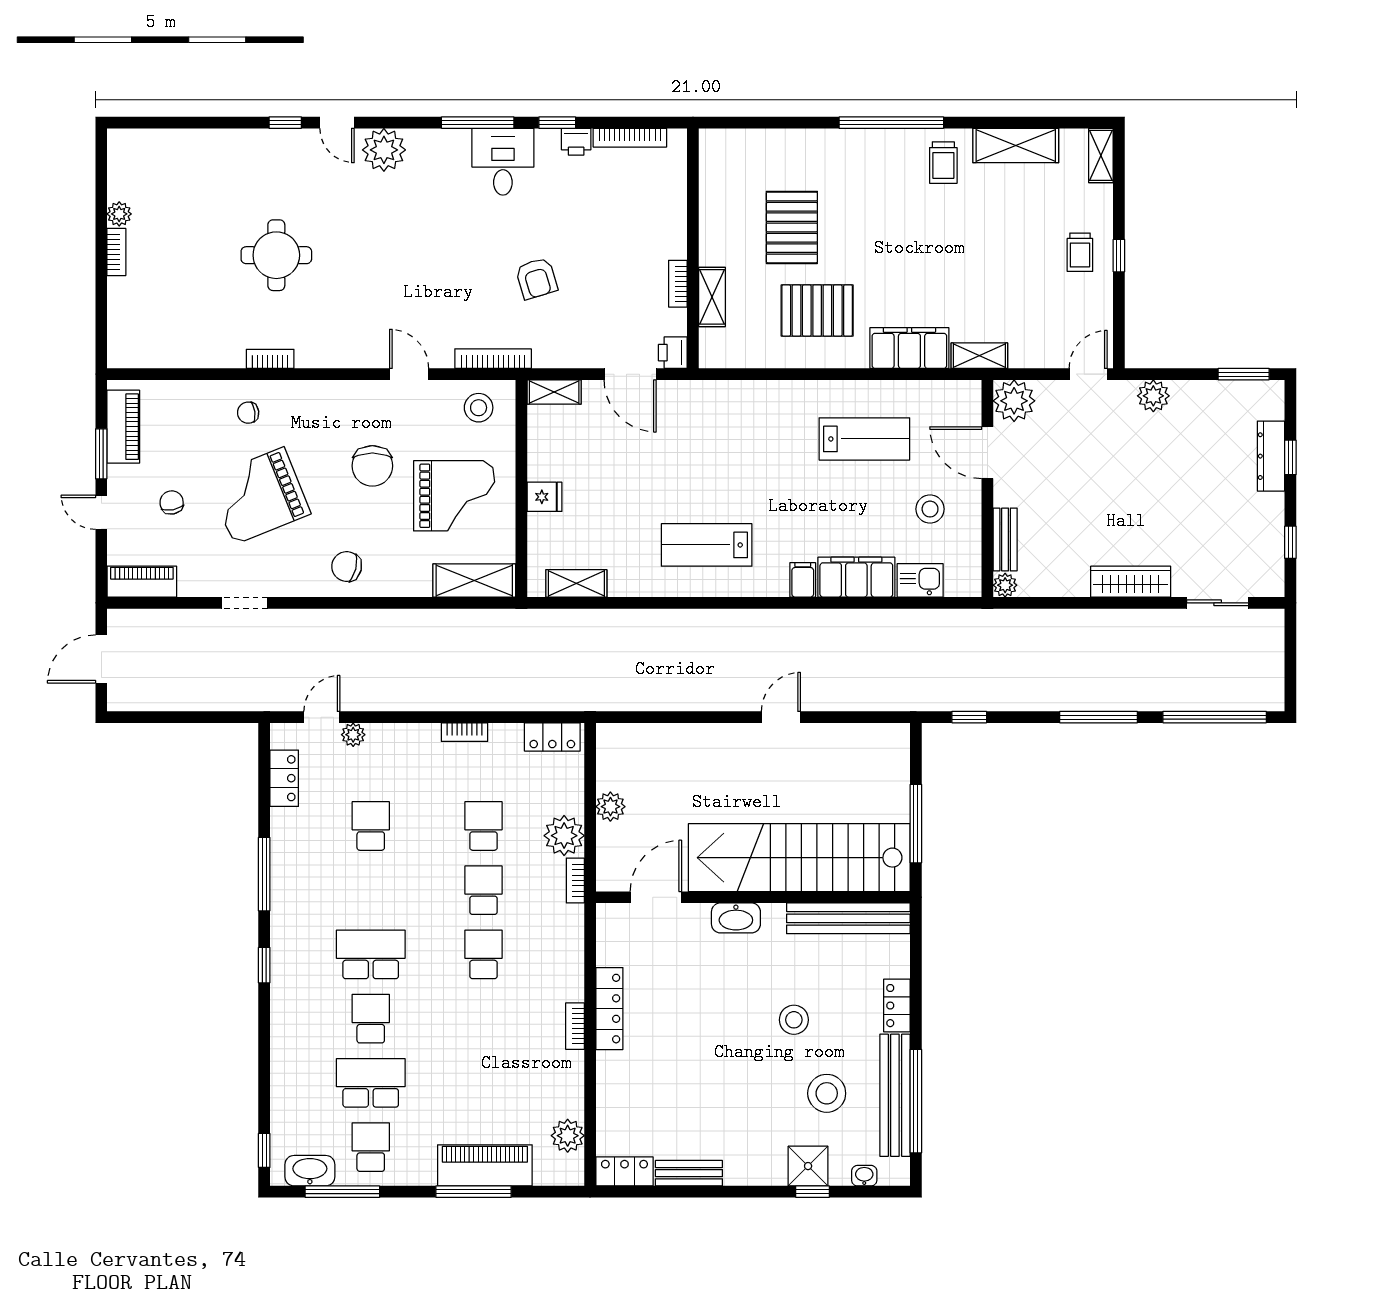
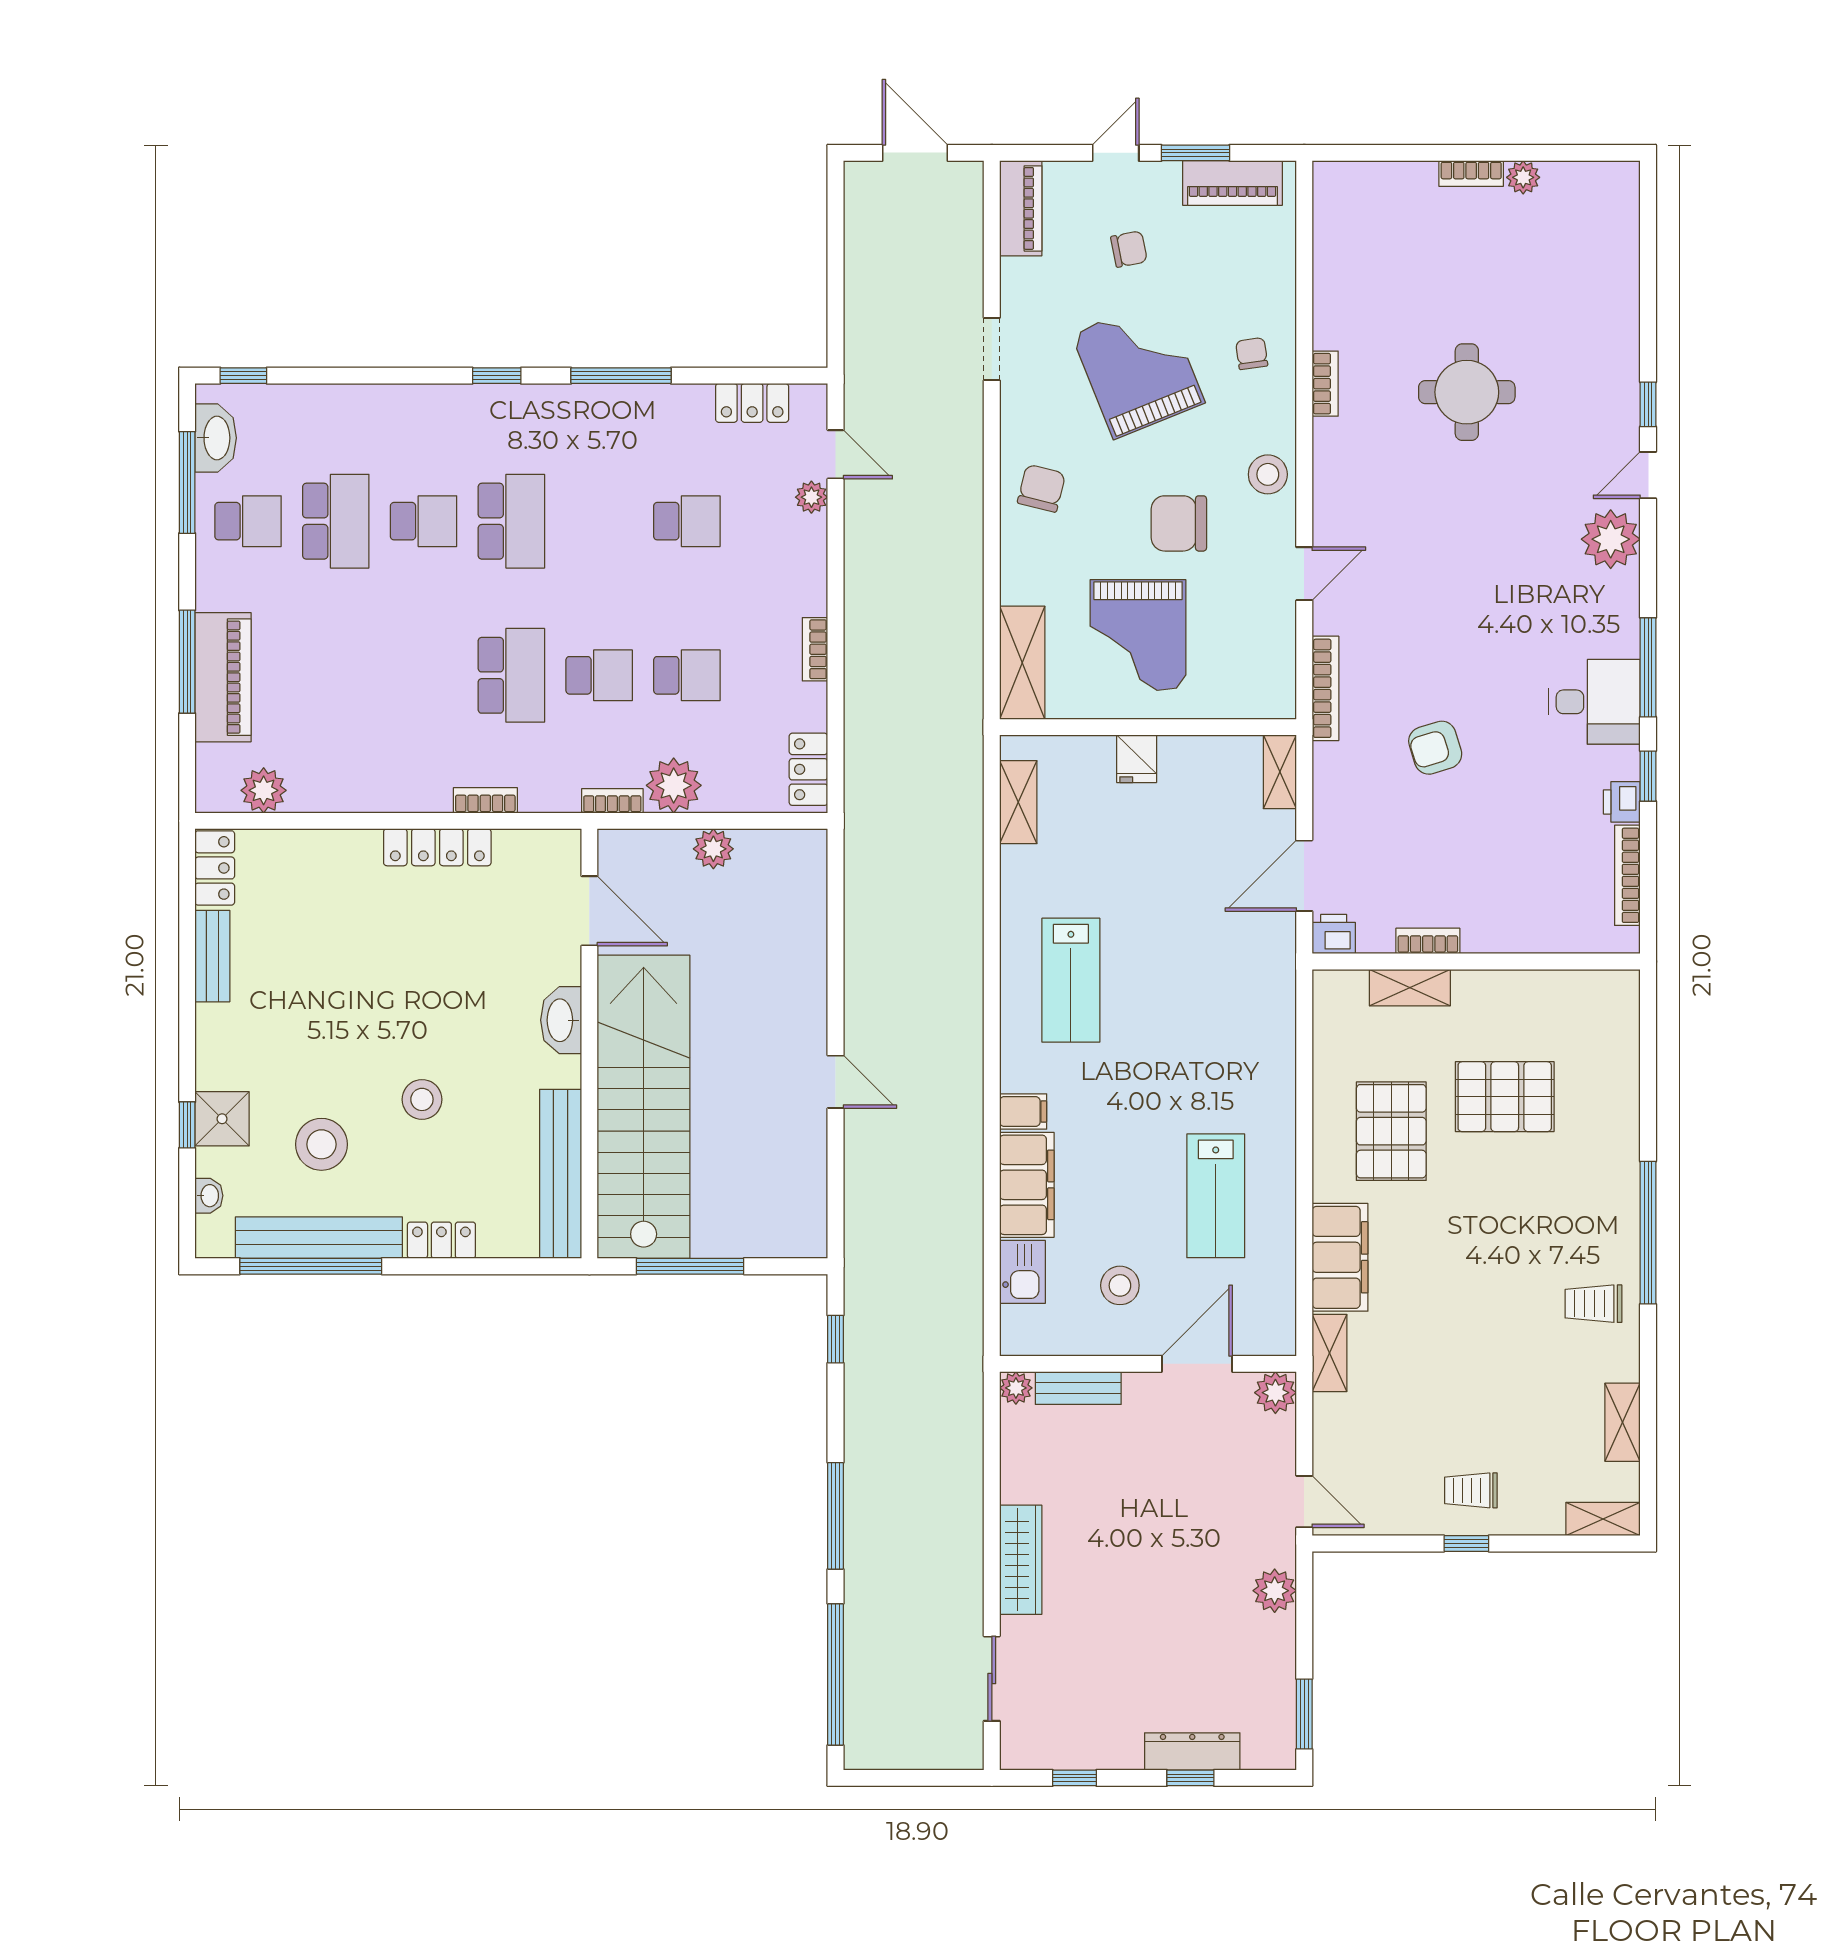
shelving: (1016, 146) -> (1623, 1422), width x0.67, depth x0.75
plant: (1014, 401) -> (1275, 1393), width x0.73, depth x0.73
stool: (479, 408) -> (1268, 474), moved
lab bench: (707, 545) -> (1071, 980), turned 180
school desk: (484, 954) -> (511, 675), width x1.85
bookcase: (575, 1026) -> (485, 800), moved

